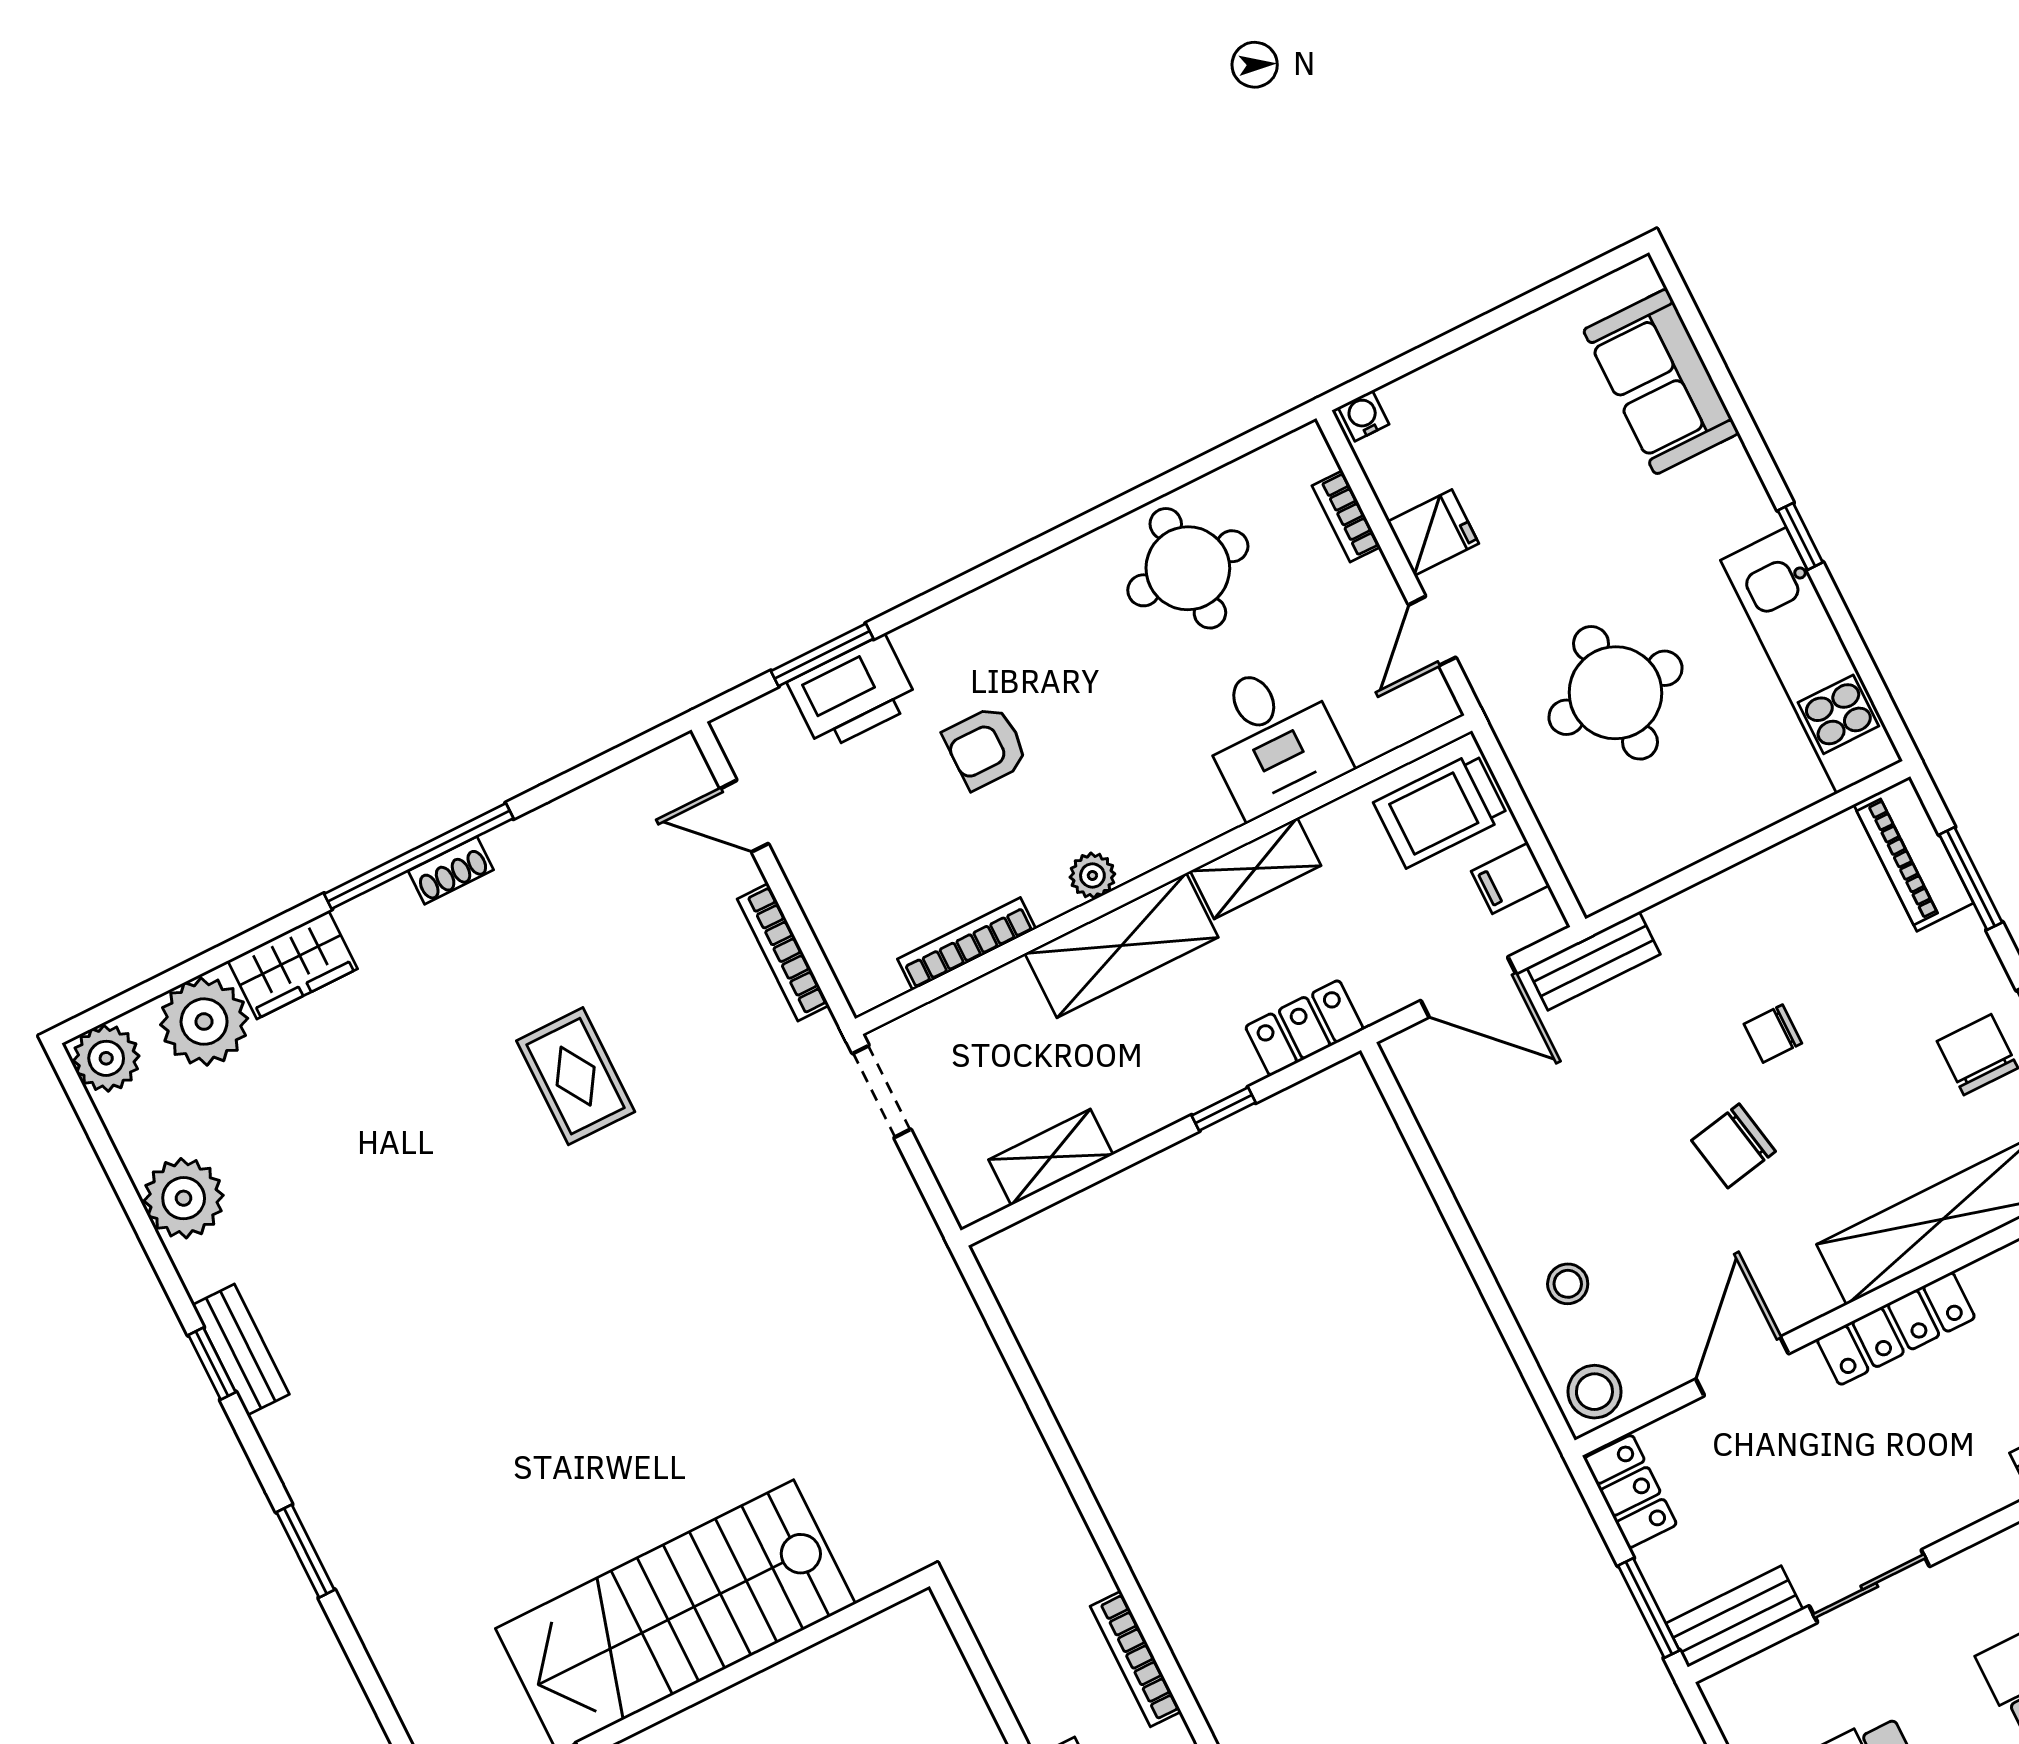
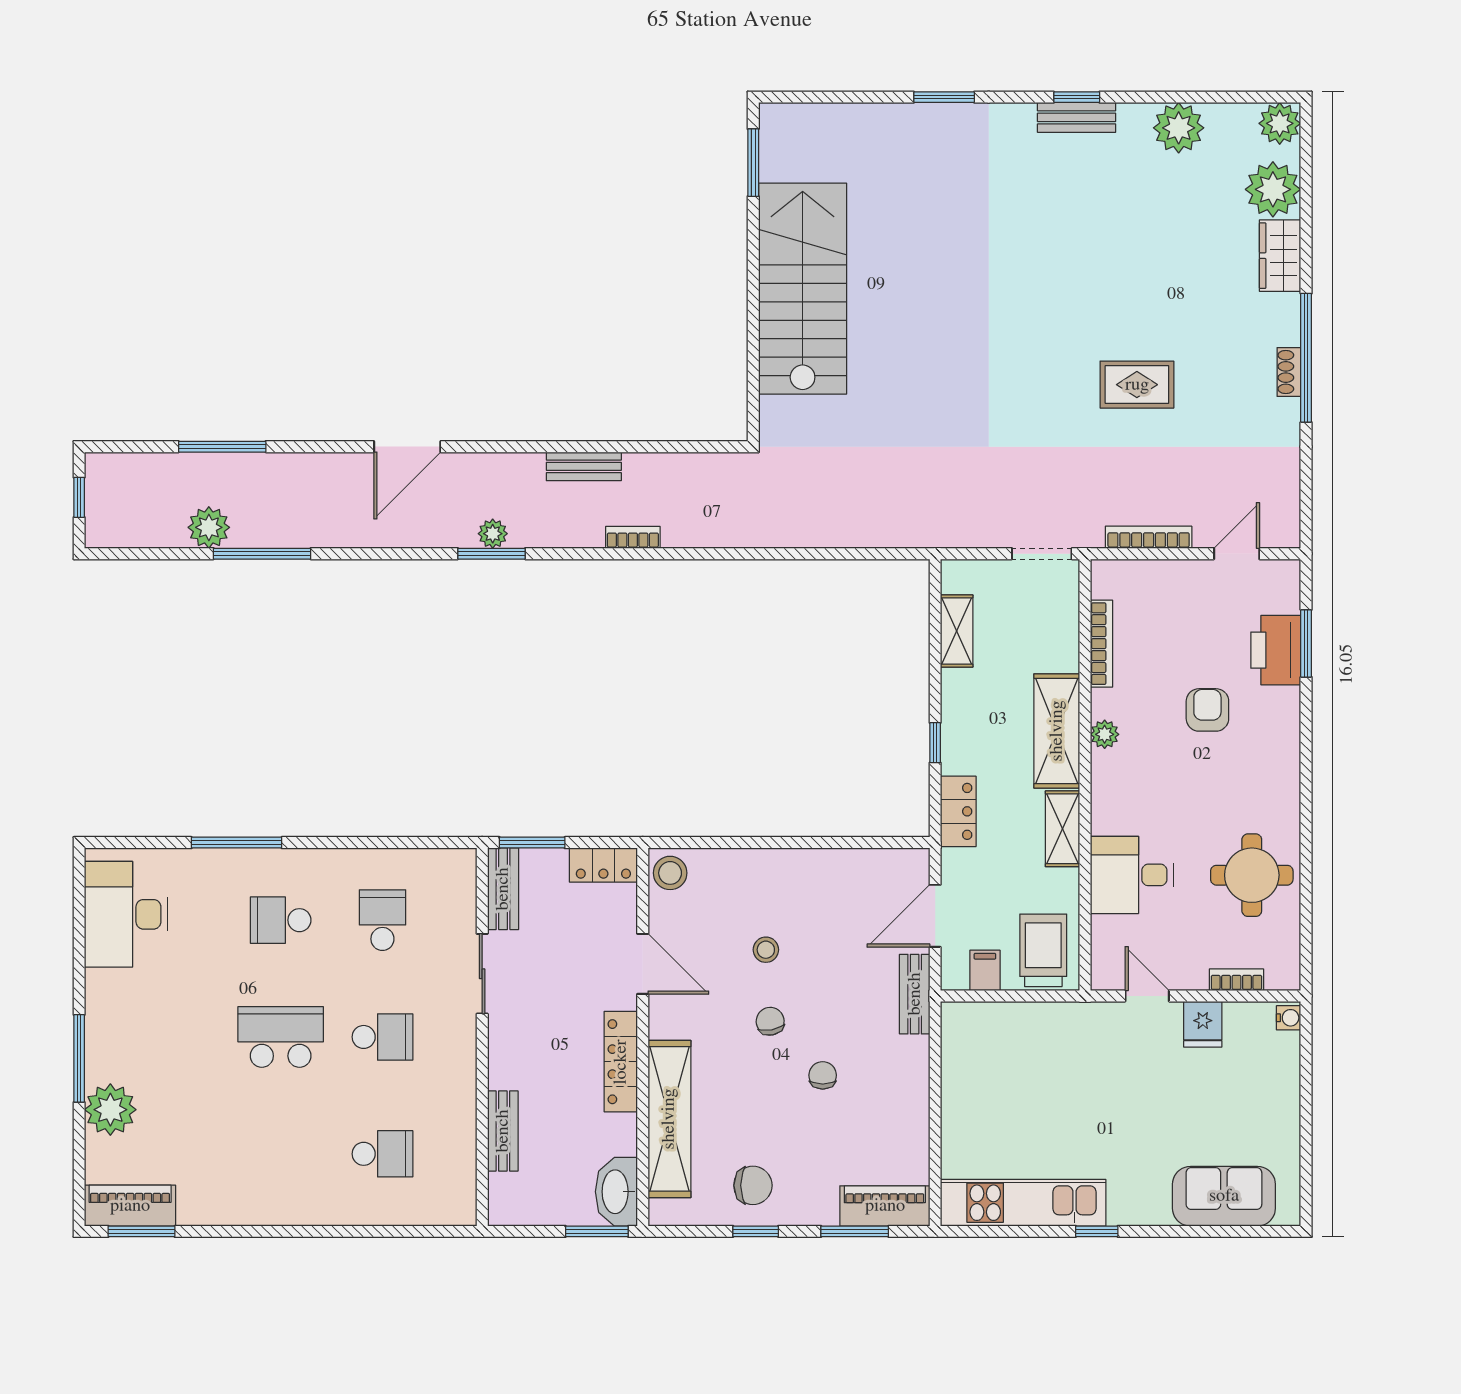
round table: (1615, 693) -> (1060, 1082), removed
chair: (1733, 1146) -> (770, 1021), width x0.73, depth x0.73
stool: (1568, 1284) -> (766, 950), moved
bookcase: (1136, 1659) -> (633, 537), width x0.64

